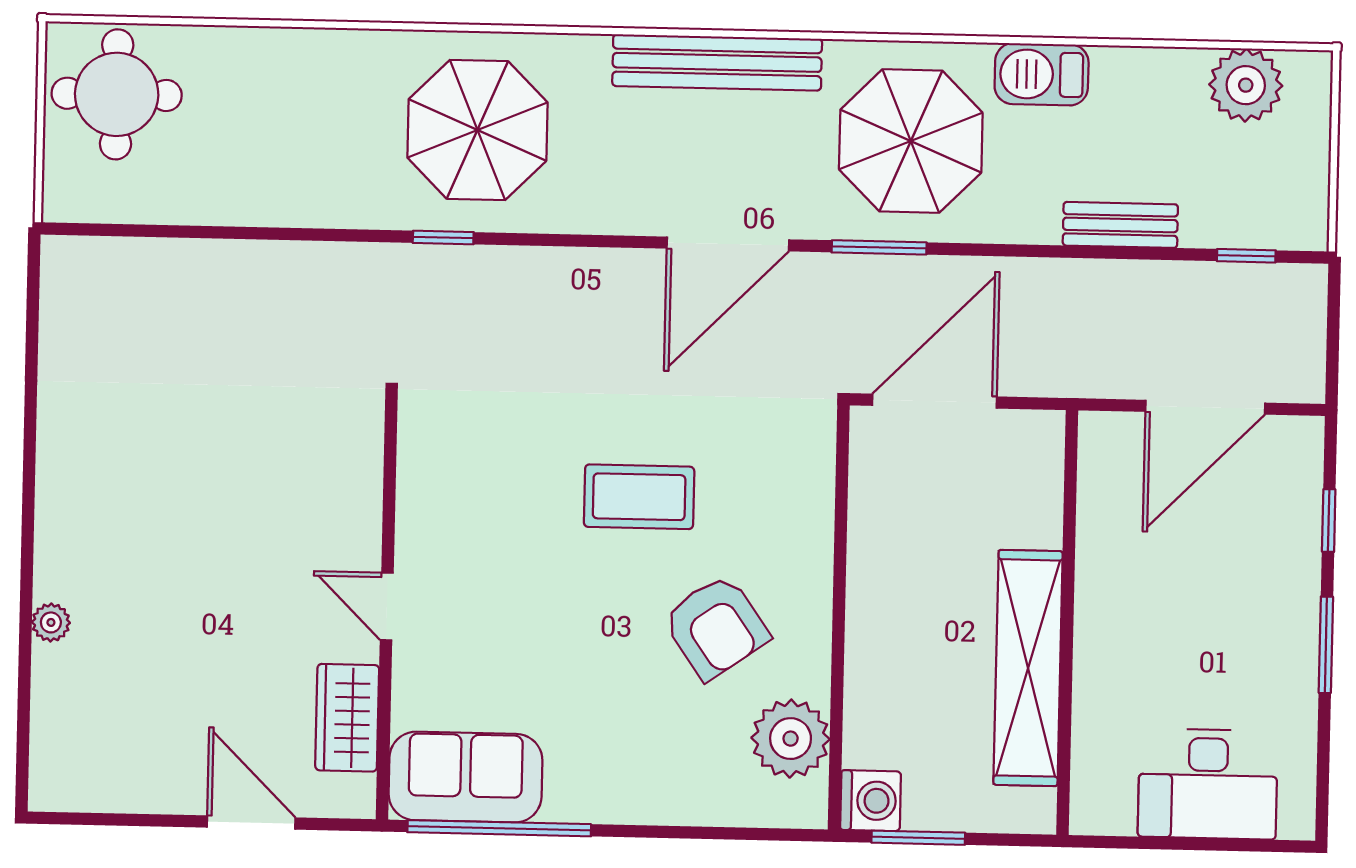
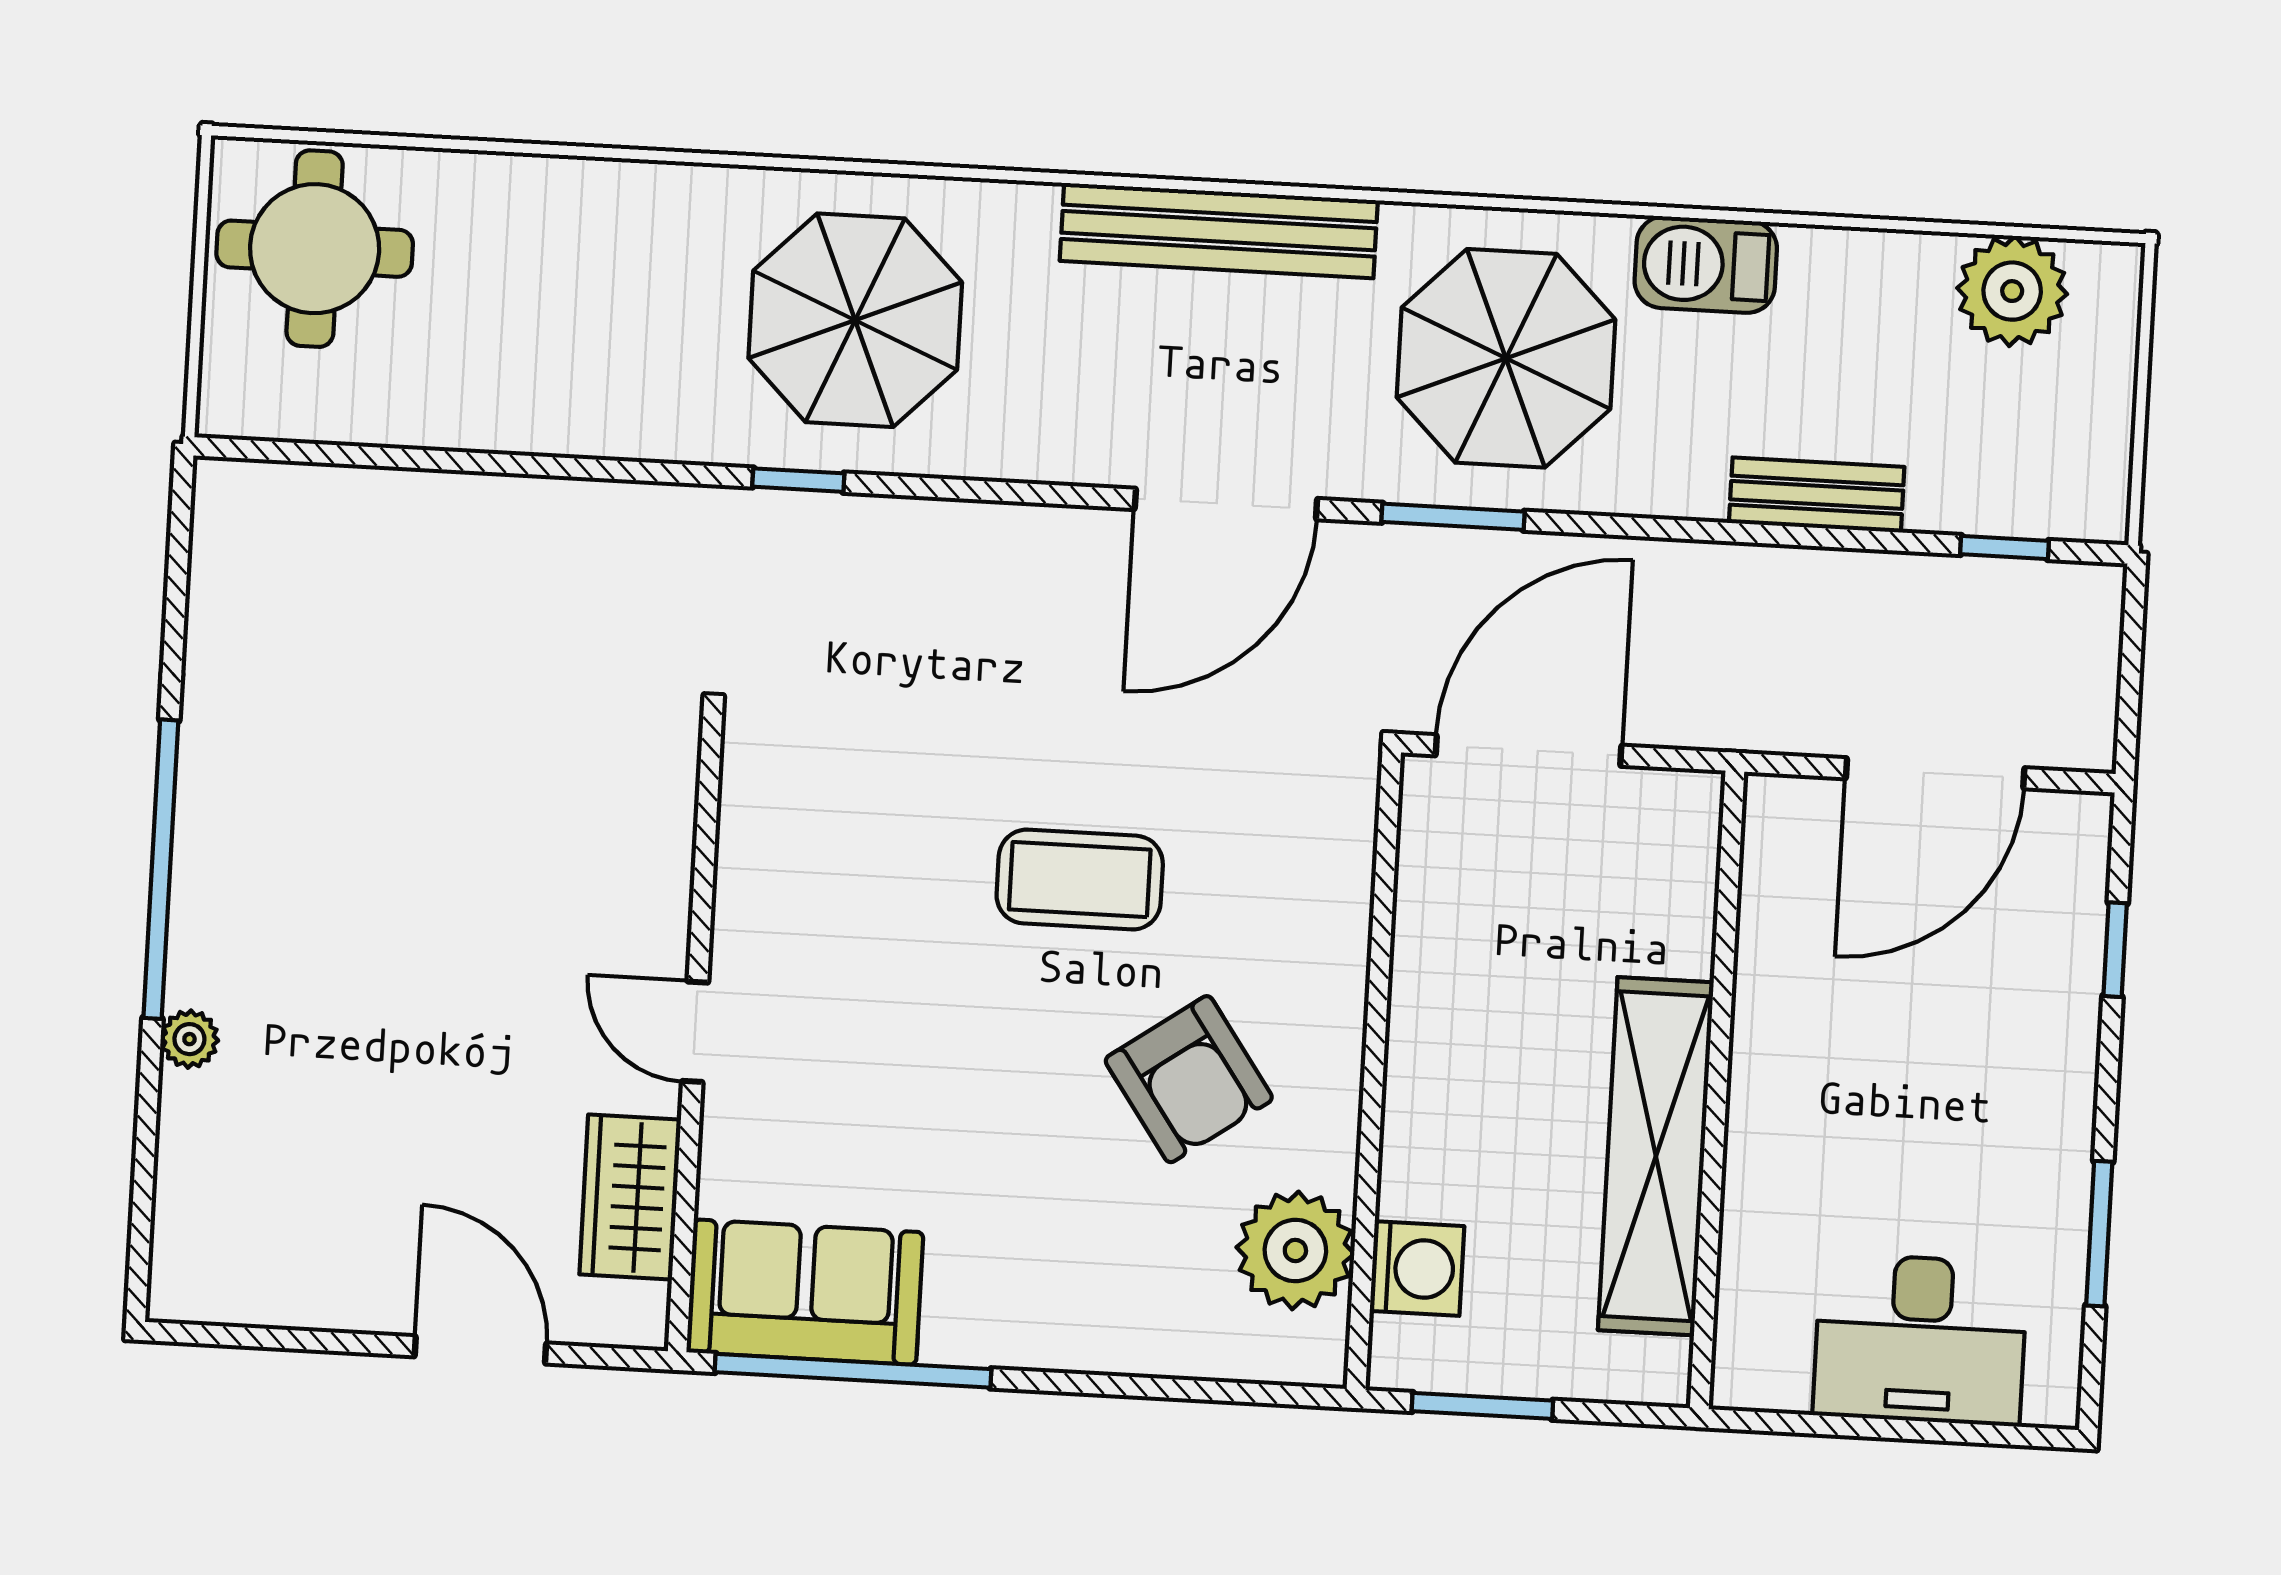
window: (28, 510) -> (161, 869), added
window: (1326, 645) -> (2099, 1234), moved
washing machine: (871, 801) -> (1417, 1269), moved

